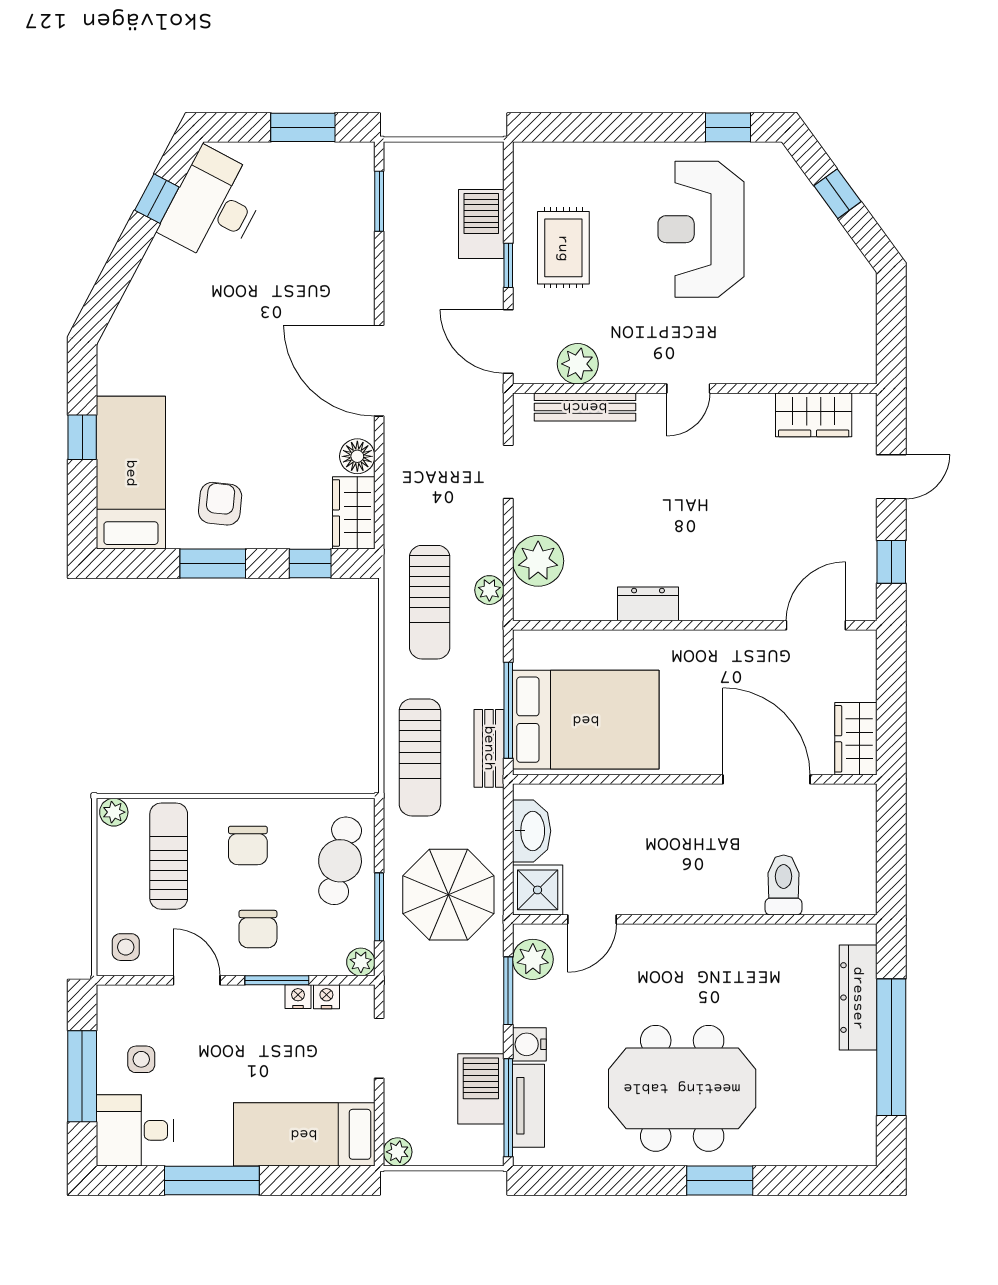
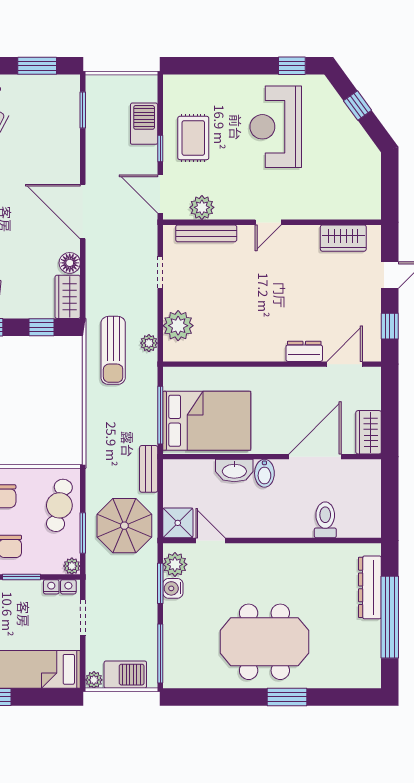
dresser: (648, 604) -> (304, 351), moved
bench: (489, 748) -> (149, 469), moved
sun lounger: (420, 757) -> (107, 443), removed
door: (766, 779) -> (315, 457), hinge flipped
bidet: (682, 807) -> (264, 473), added
washbasin: (532, 831) -> (234, 471), moved, turned 90
door: (592, 919) -> (210, 540), swing flipped
nightstand: (298, 997) -> (68, 587), moved
water cooler: (529, 1044) -> (173, 588), moved
barbecue: (481, 1089) -> (125, 675), moved, turned 90
tv unit: (528, 1106) -> (172, 652), removed

